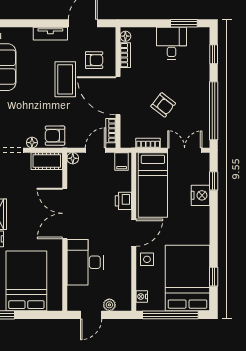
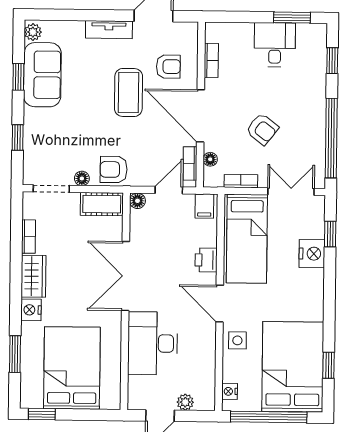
floor lamp: (125, 36) -> (210, 159), moved
door: (134, 233) -> (220, 304), swing flipped

